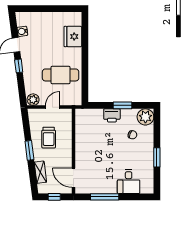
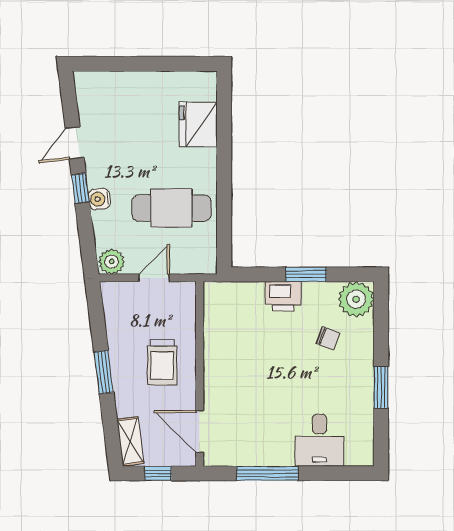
water cooler: (22, 31) -> (99, 199), moved
trolley: (49, 138) -> (162, 362), moved
shelving: (40, 172) -> (130, 441), moved

